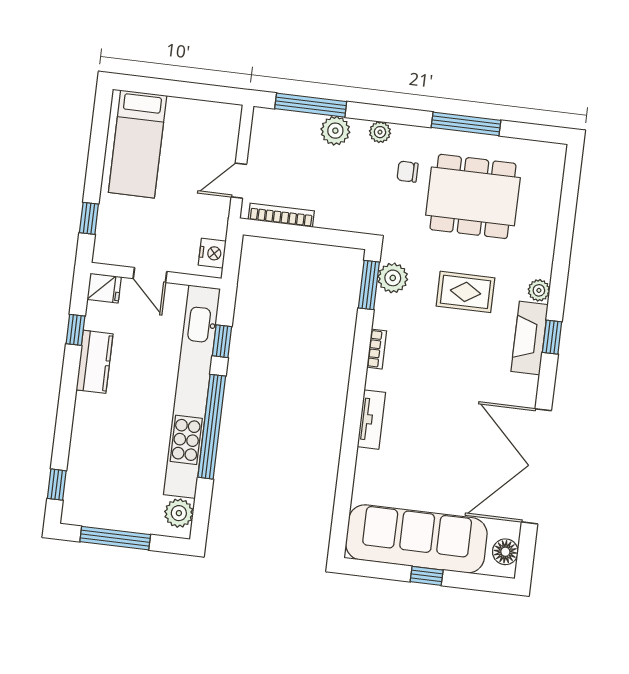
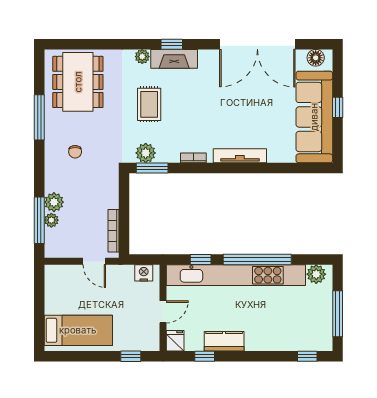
plant: (380, 132) -> (51, 220), moved
dining table: (473, 196) -> (78, 82), moved
tv unit: (371, 420) -> (240, 156), width x1.41

